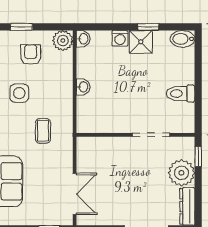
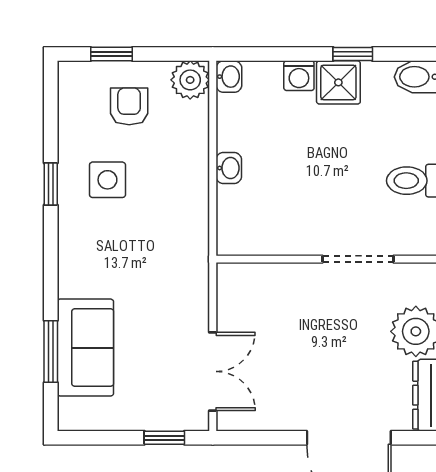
coffee table: (43, 131) -> (153, 252), removed

